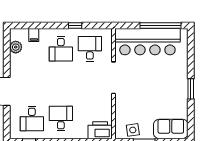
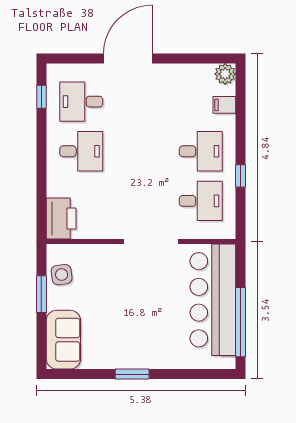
plant: (16, 47) -> (225, 74), moved
desk: (61, 49) -> (201, 151), turned 180

